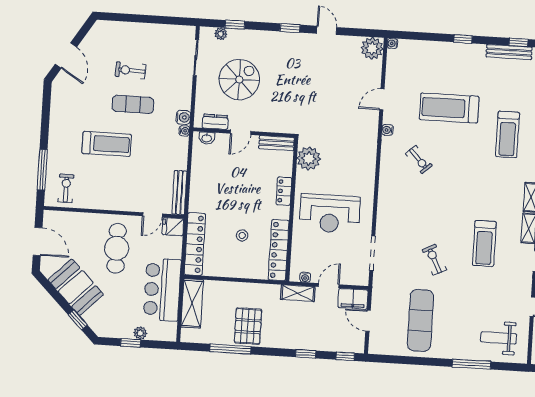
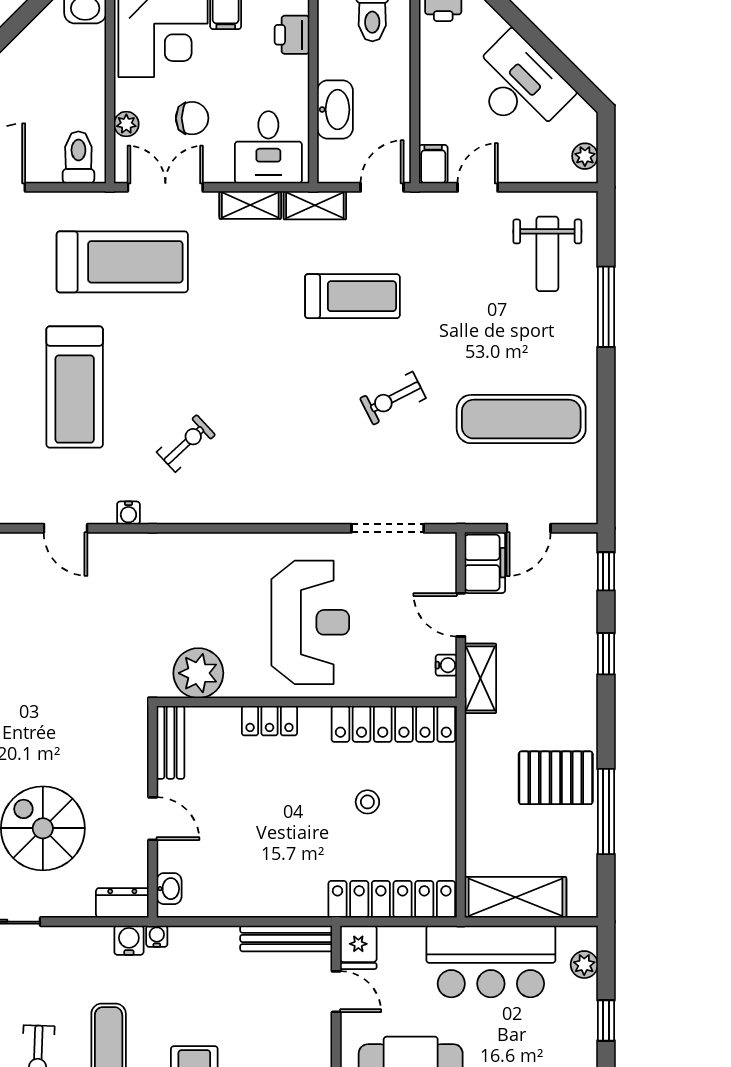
dresser: (215, 122) -> (122, 903), moved, turned 90
treadmill: (508, 135) -> (122, 262), width x1.37, depth x1.38
plant: (140, 333) -> (584, 965), moved

